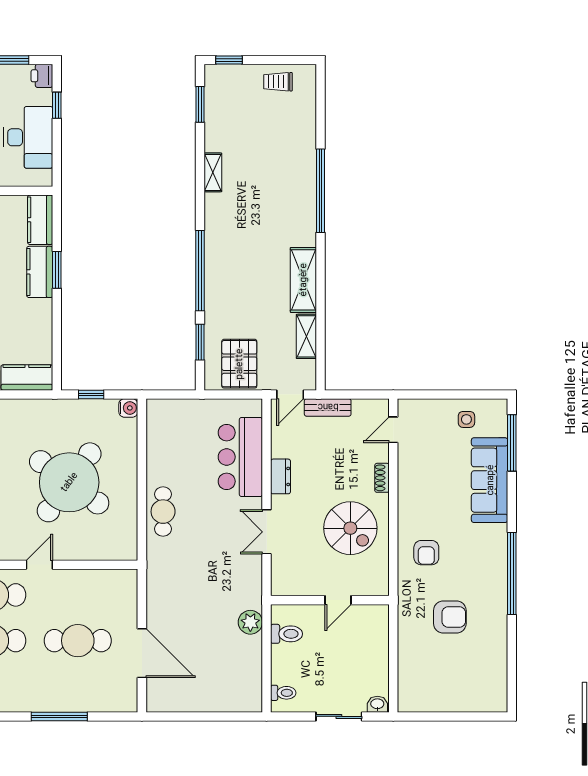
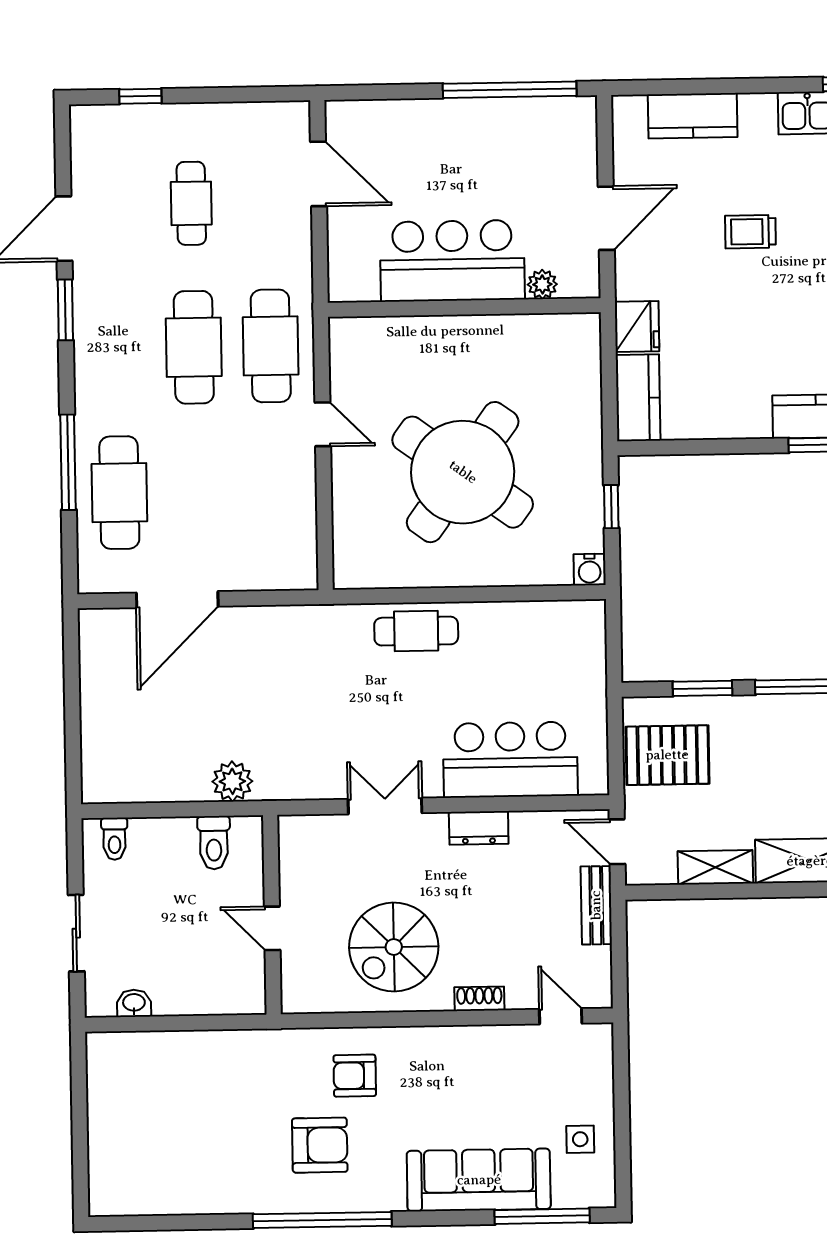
armchair: (450, 617) -> (320, 1145), moved, turned -90
cafe table: (78, 641) -> (119, 493), moved
washbasin: (377, 704) -> (134, 1003), moved, turned -90

